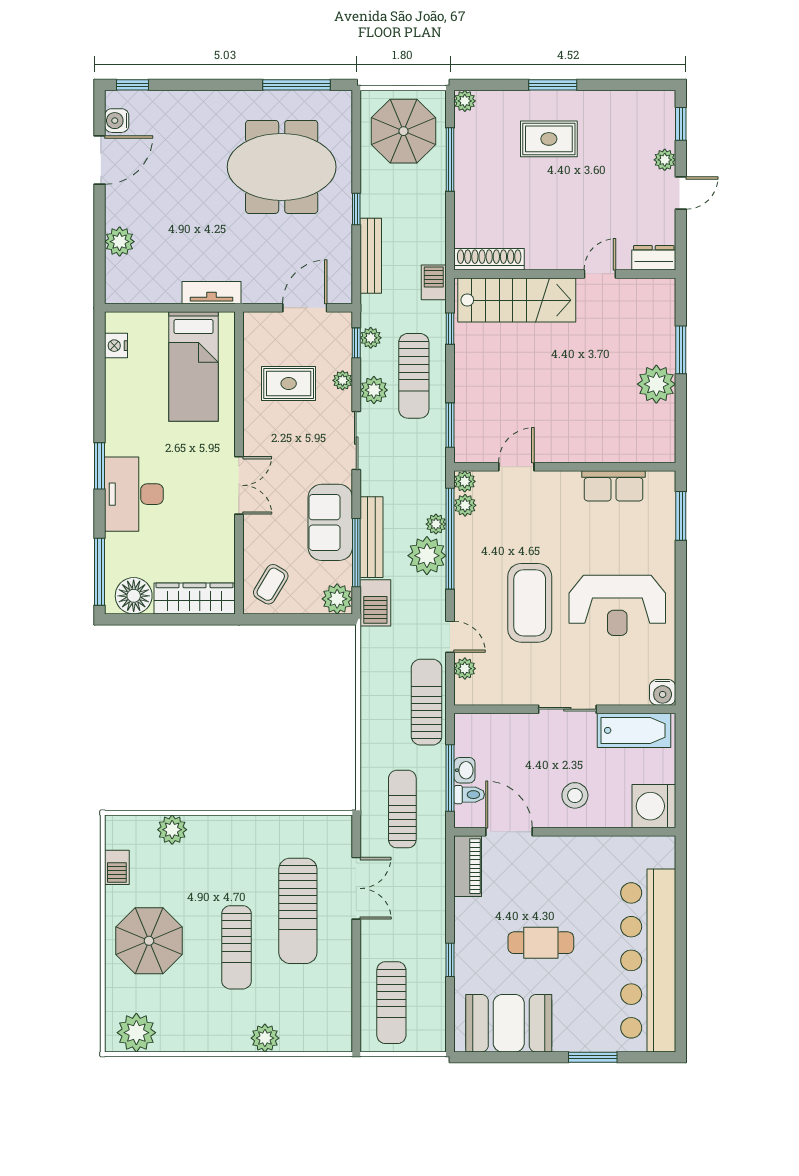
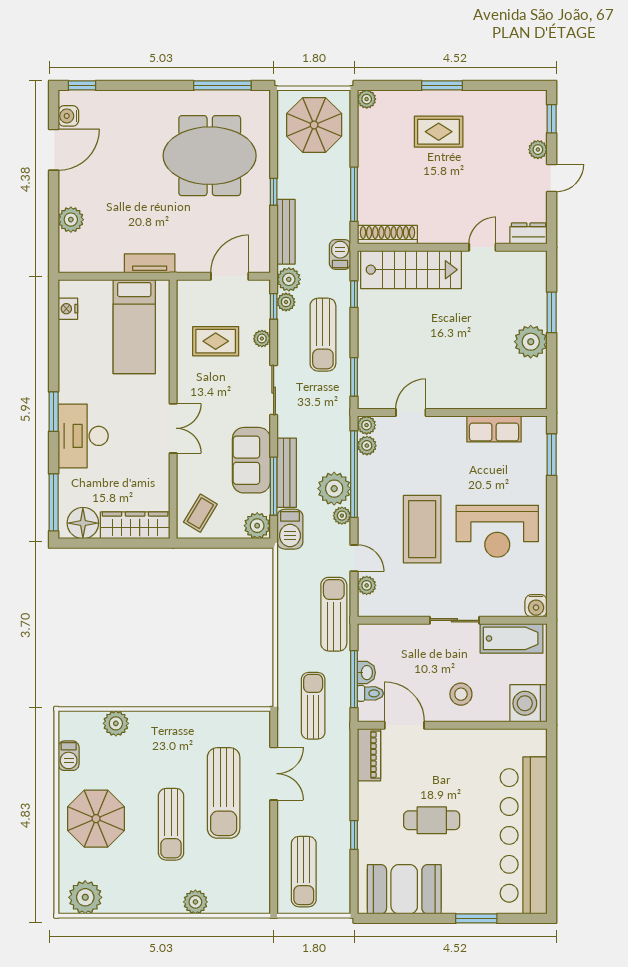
window: (450, 160) -> (354, 194), moved
plant: (374, 390) -> (289, 279), moved
plant: (436, 524) -> (342, 516), moved

